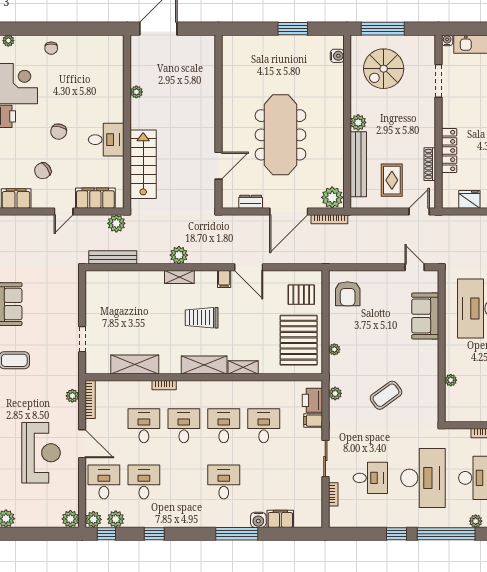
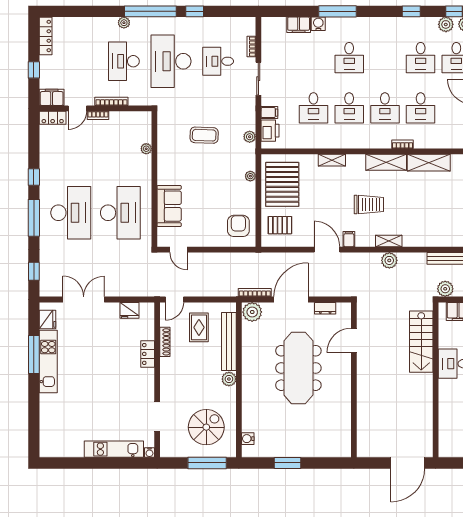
plant: (136, 92) -> (427, 406), removed
locker: (449, 151) -> (148, 354), width x0.66
shelving: (204, 365) -> (386, 162), moved
coffee table: (386, 395) -> (204, 135), turned 38

